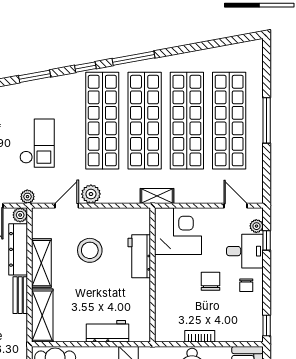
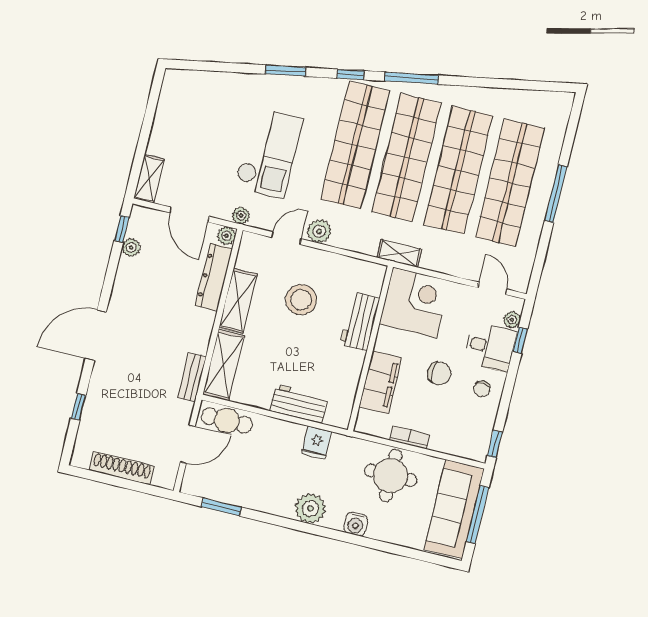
checkout: (37, 143) -> (269, 153), width x1.36, depth x1.21
chair: (210, 281) -> (439, 373), turned 90
bench: (20, 295) -> (192, 377), moved
filing cabinet: (167, 299) -> (380, 382), added

